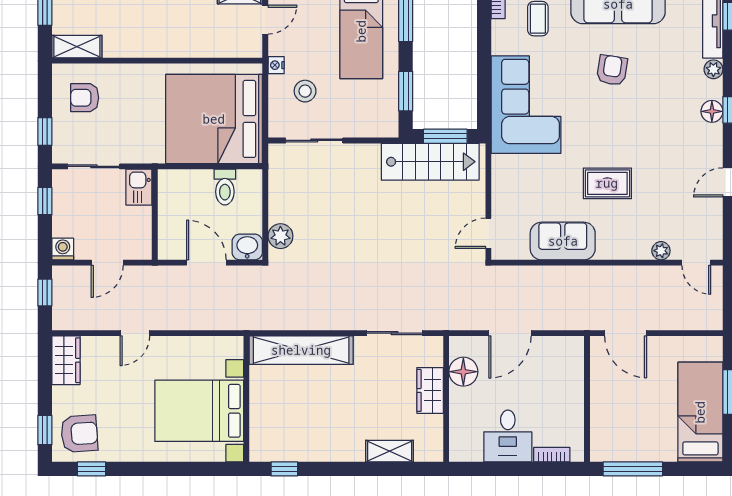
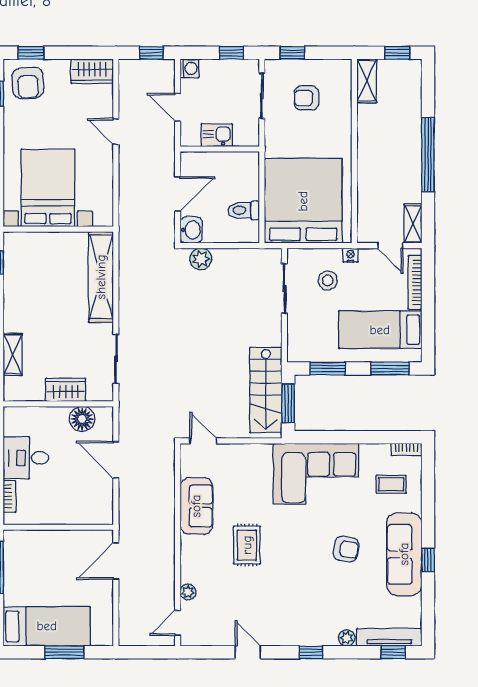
armchair: (85, 98) -> (307, 98), moved, turned -90
floor lamp: (712, 111) -> (310, 637), removed
kitchen sink: (139, 187) -> (217, 135), moved

